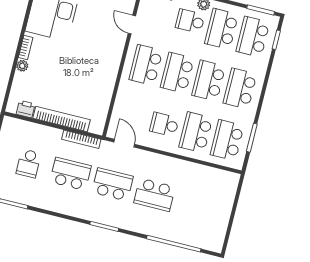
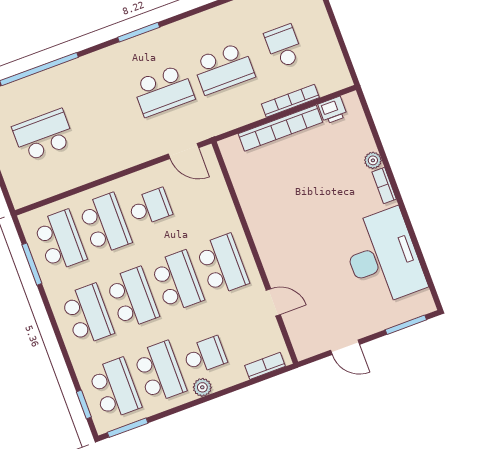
bookcase: (81, 139) -> (290, 101), moved
school desk: (154, 195) -> (43, 135), moved

